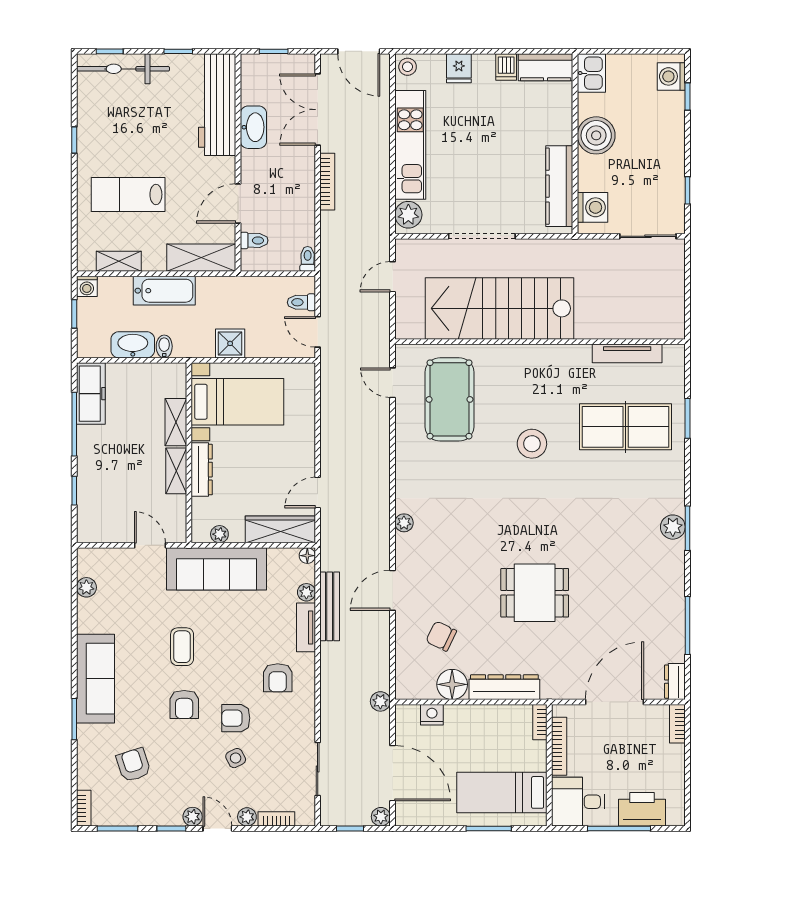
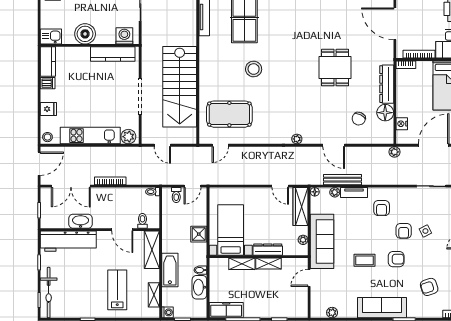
lab bench: (128, 194) -> (117, 290), turned 180
armchair: (278, 678) -> (382, 208), turned 90

